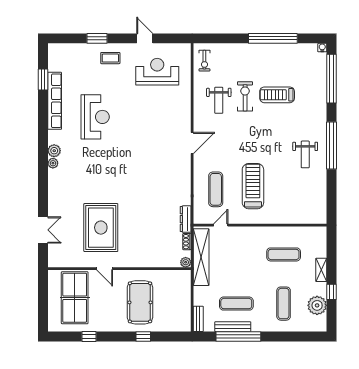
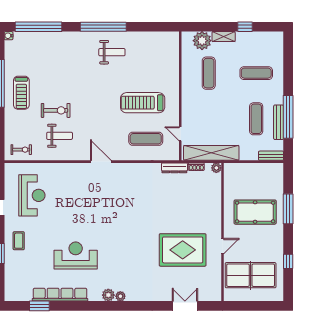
reception desk: (157, 72) -> (32, 195), turned 180
treadmill: (277, 95) -> (21, 93), moved
exercise bike: (245, 96) -> (56, 110), turned 180
plant: (317, 305) -> (202, 41), moved
window: (143, 337) -> (288, 209), width x2.17

